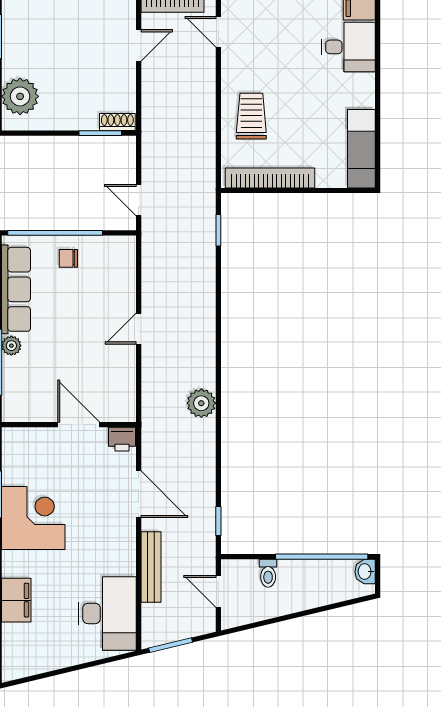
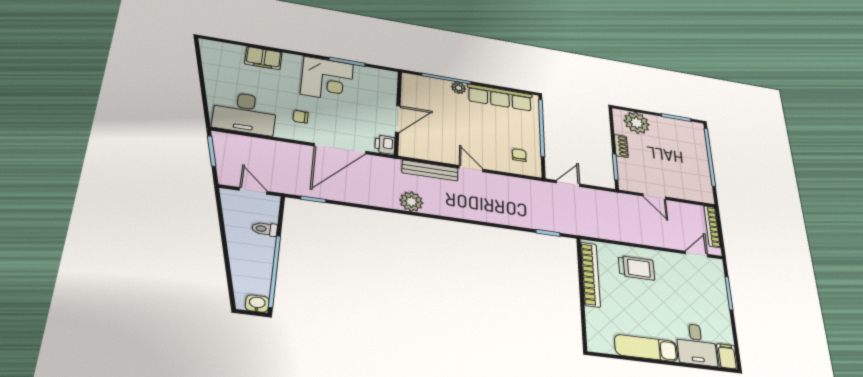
door: (139, 45) -> (654, 197), moved
shoe rack: (117, 122) -> (621, 146), moved
exam couch: (361, 149) -> (646, 348), moved
chair: (68, 258) -> (519, 155), moved
door: (139, 494) -> (340, 149), width x1.36
chair: (99, 546) -> (301, 117), added
bench: (151, 567) -> (430, 170), moved
door: (218, 591) -> (253, 191), hinge flipped

